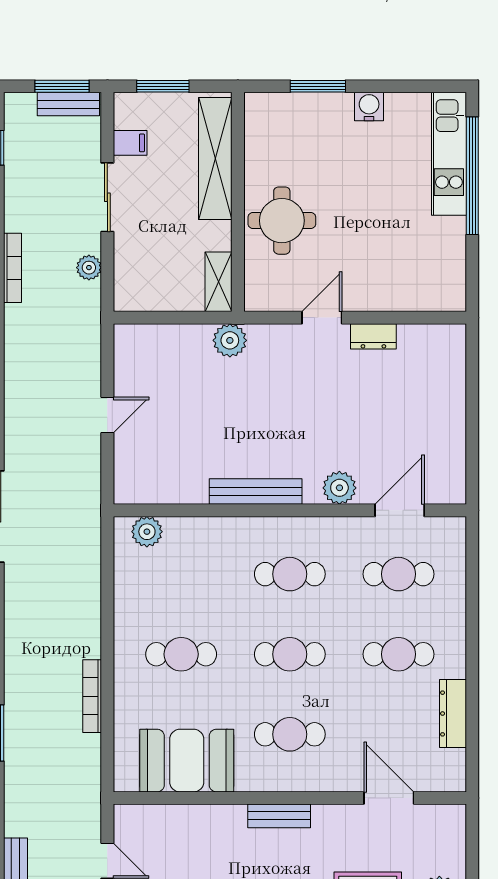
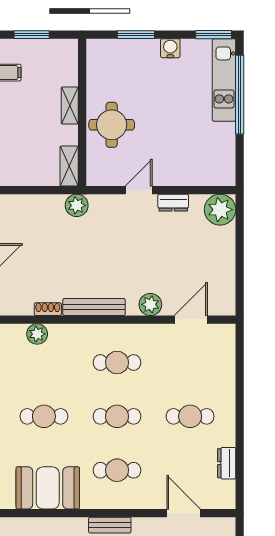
window: (434, 86) -> (214, 35), added
shelving: (215, 159) -> (70, 106), width x0.45, depth x0.75
plant: (443, 347) -> (220, 210), added
shoe rack: (187, 495) -> (48, 309), added
plant: (147, 532) -> (37, 334), moved
cafe table: (398, 574) -> (190, 362), removed
dresser: (453, 714) -> (227, 463), width x0.70

